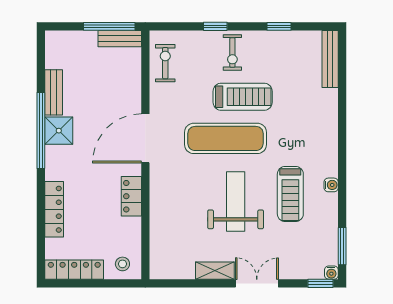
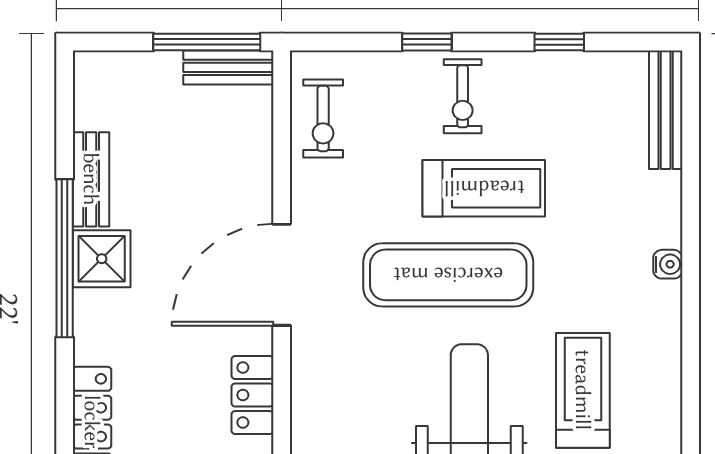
exercise bike: (165, 63) -> (323, 118), turned 180
water cooler: (331, 185) -> (668, 264), moved
treadmill: (290, 194) -> (583, 390), turned 180

